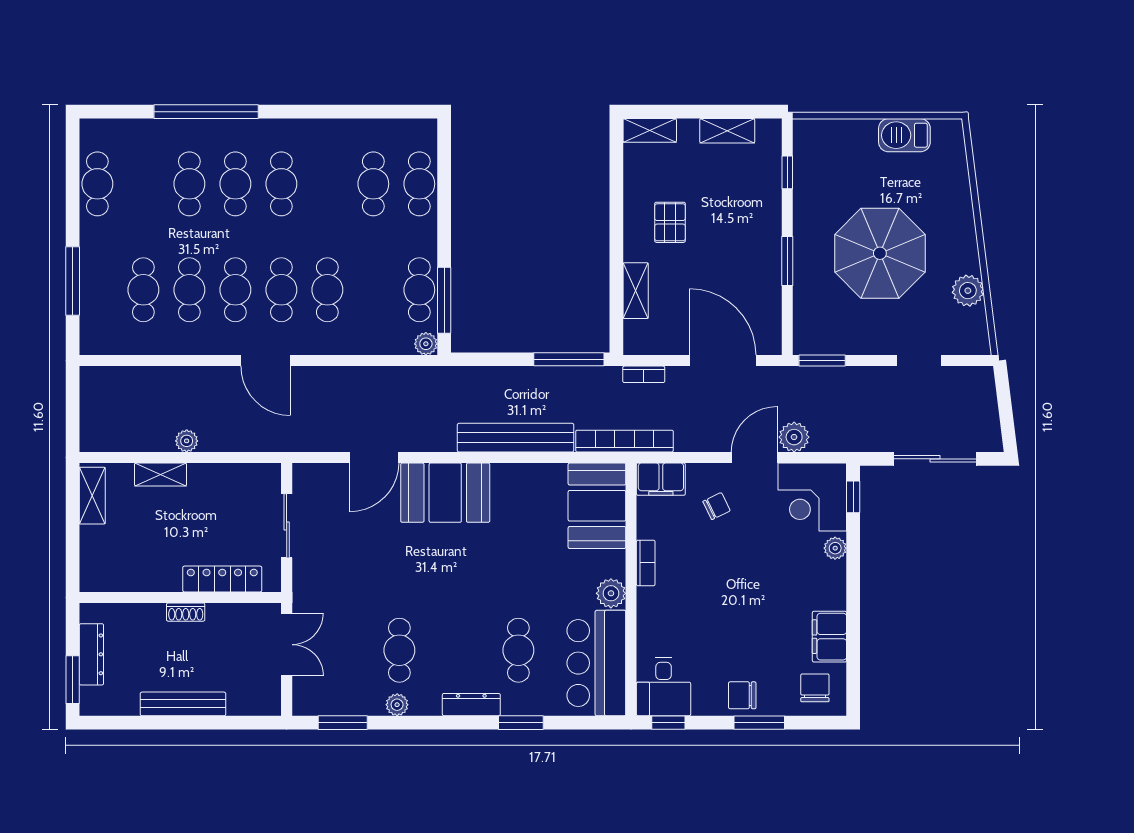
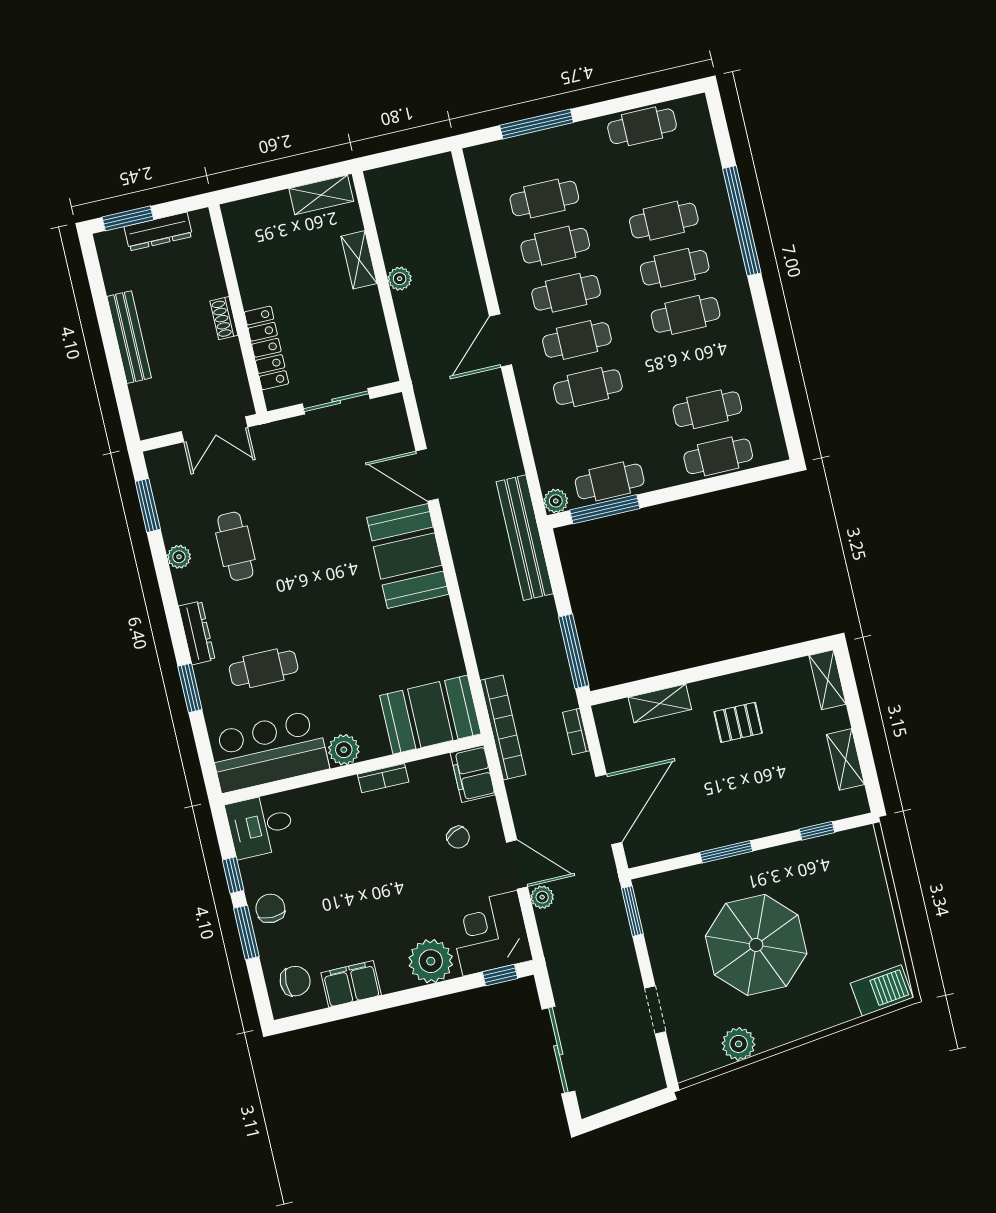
barbecue: (904, 135) -> (882, 990), moved, turned 83
plant: (794, 437) -> (542, 897), width x0.73, depth x0.73
bench: (516, 438) -> (525, 538), moved
plant: (835, 548) -> (431, 961), width x1.87, depth x1.87
cafe table: (399, 650) -> (235, 546), turned 90
window: (668, 723) -> (233, 875), moved

